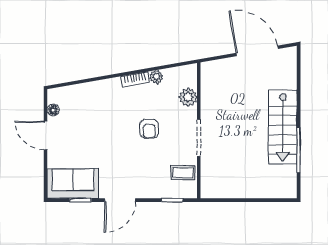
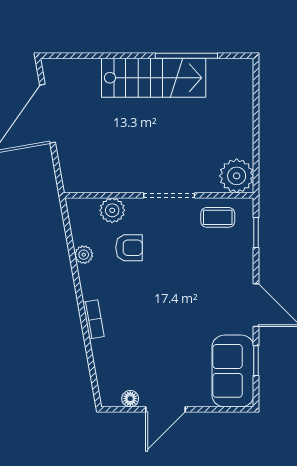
bookcase: (135, 79) -> (93, 319), moved
armchair: (149, 129) -> (129, 248), moved
coffee table: (183, 173) -> (218, 217), turned 90
plant: (213, 186) -> (237, 176), added

